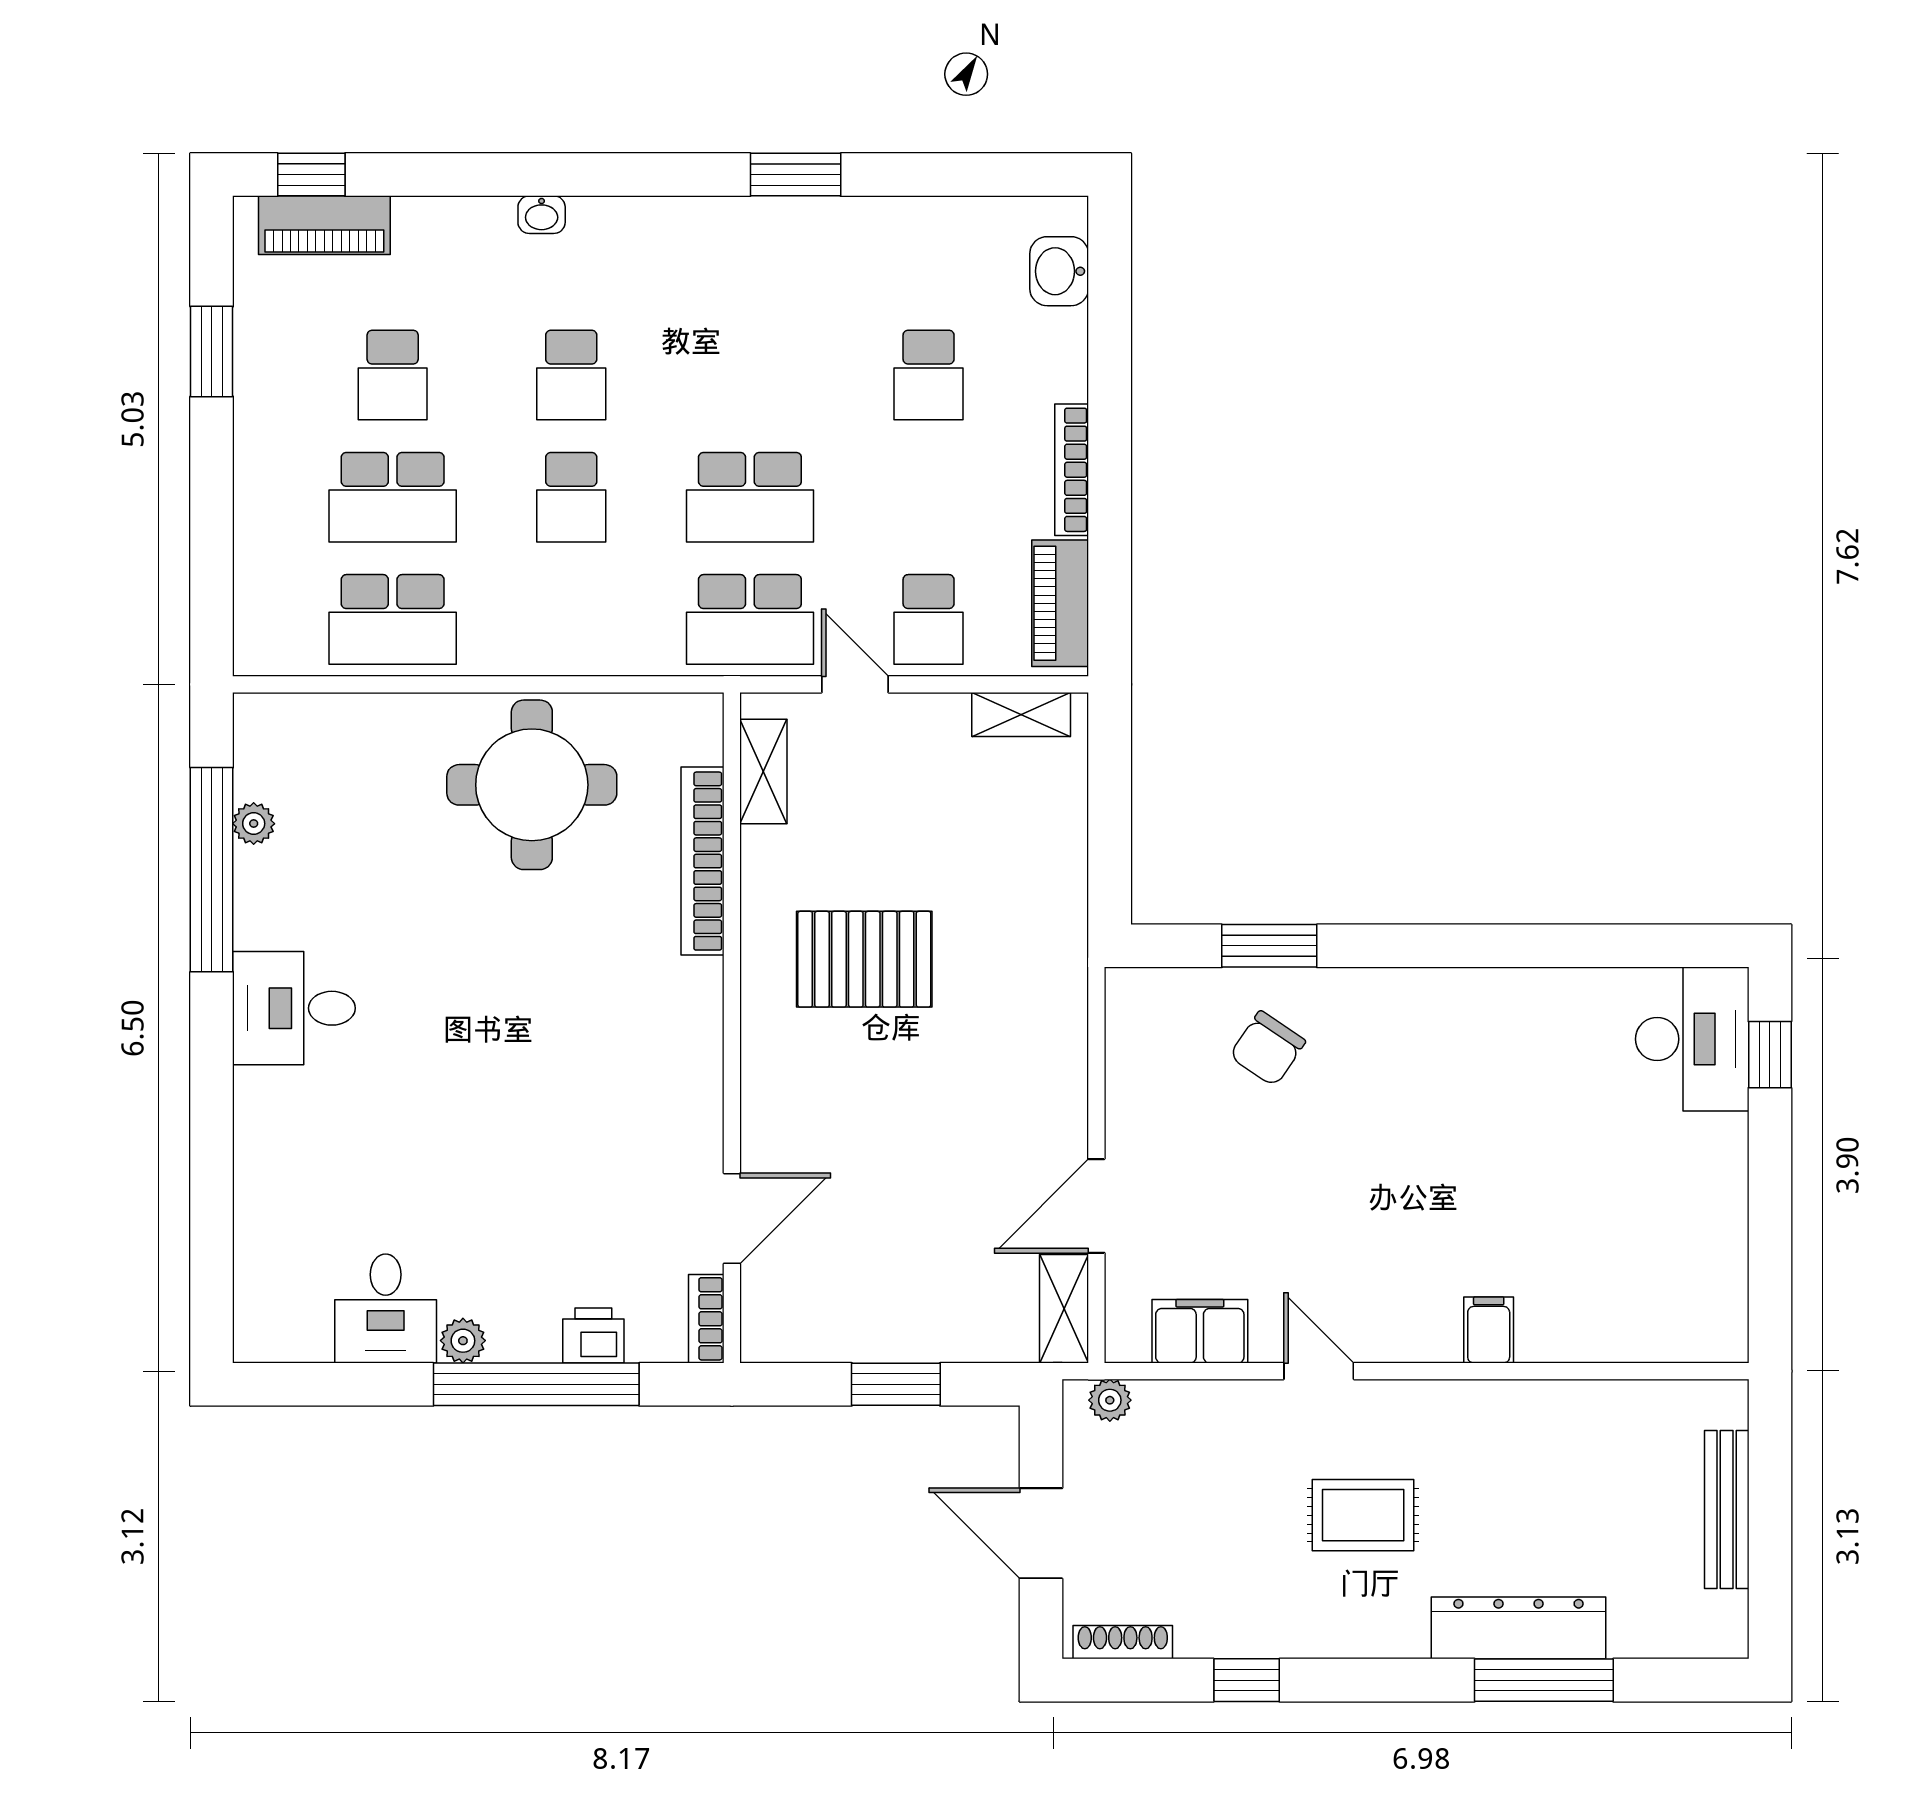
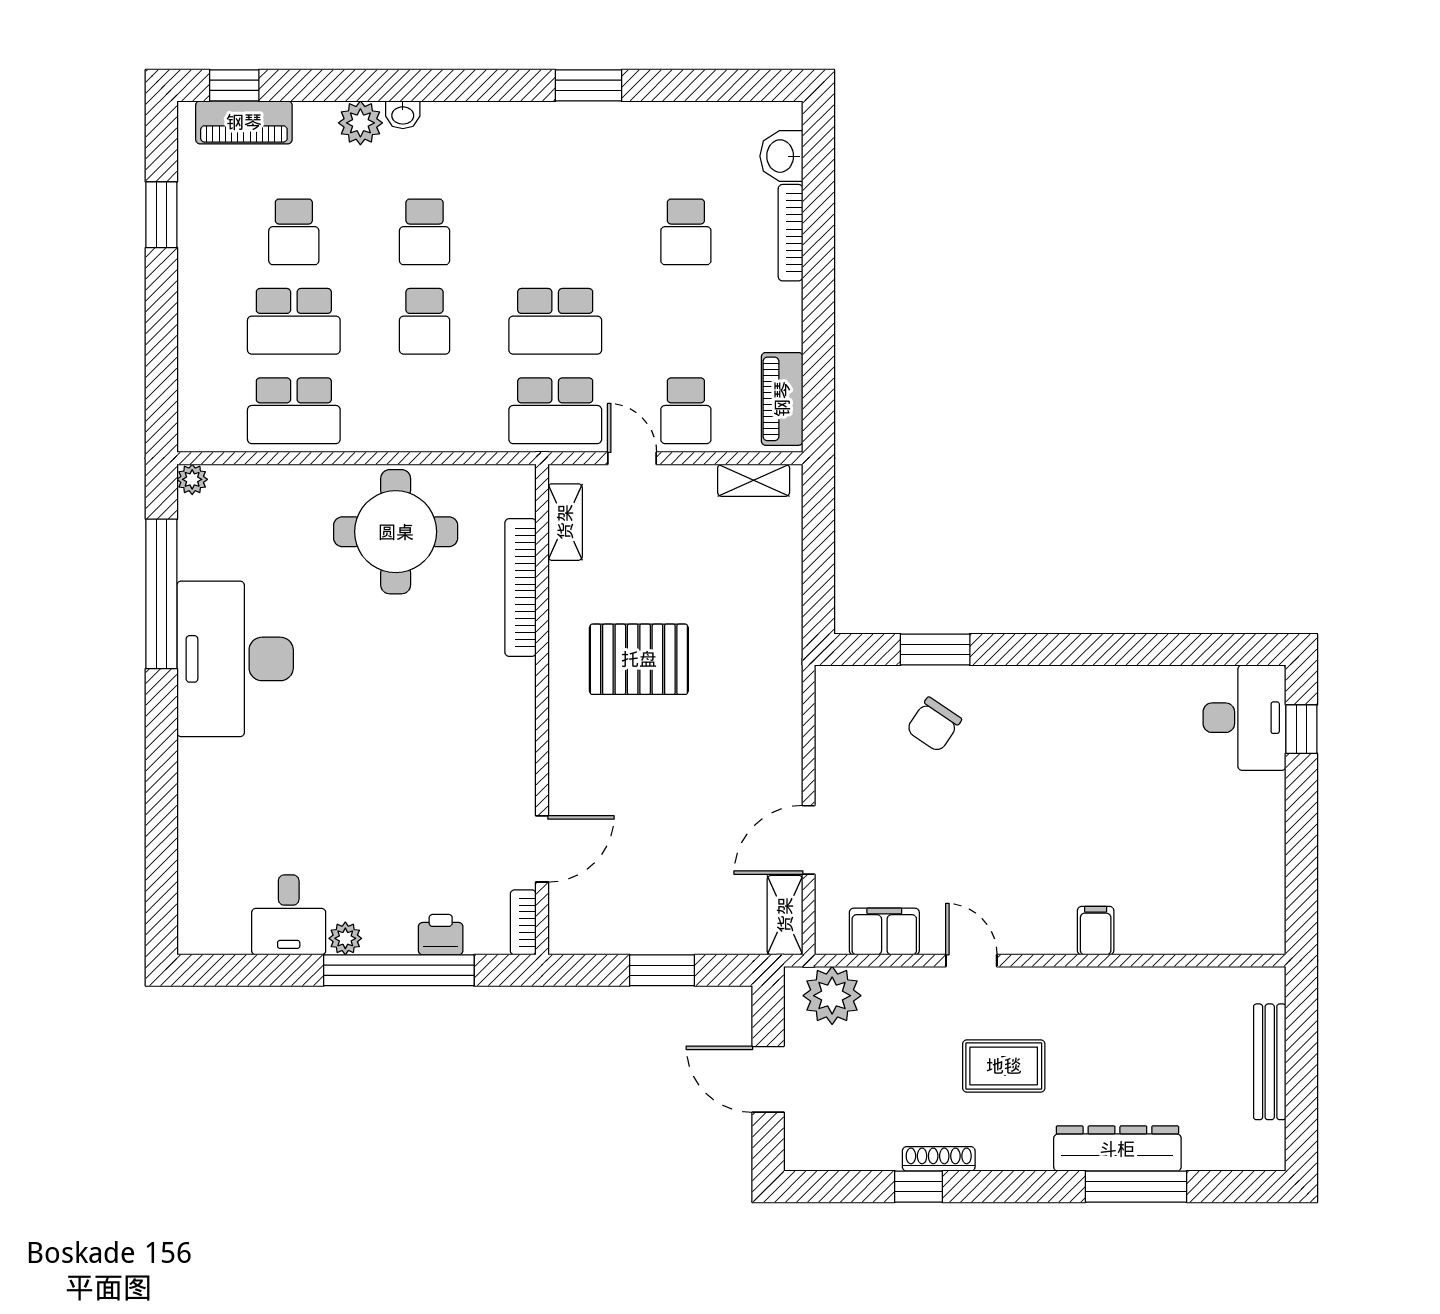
plant: (484, 226) -> (360, 123), added
bookcase: (1072, 470) -> (791, 233), moved
plant: (254, 824) -> (192, 479), moved
desk: (294, 1008) -> (235, 659), width x1.87, depth x1.30
plant: (1110, 1400) -> (832, 996), width x1.87, depth x1.87
shoe rack: (1123, 1642) -> (939, 1159), moved

